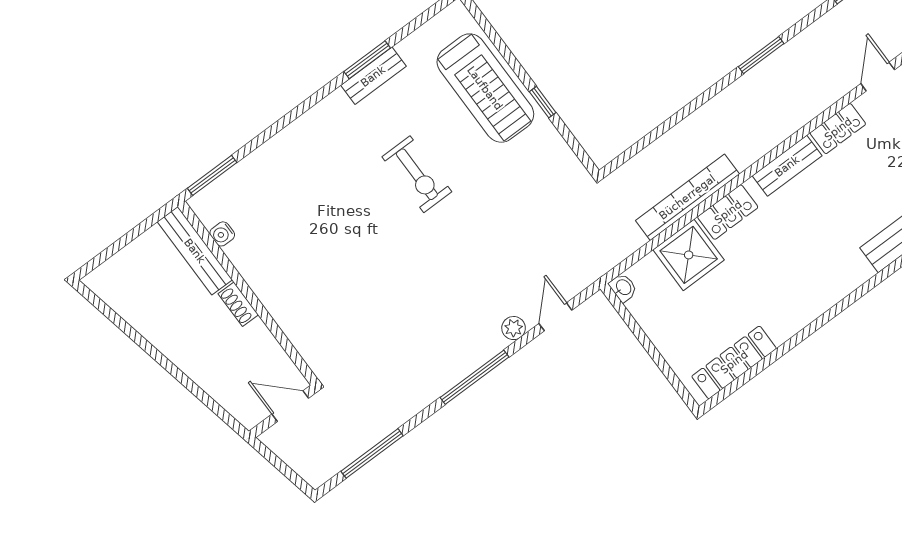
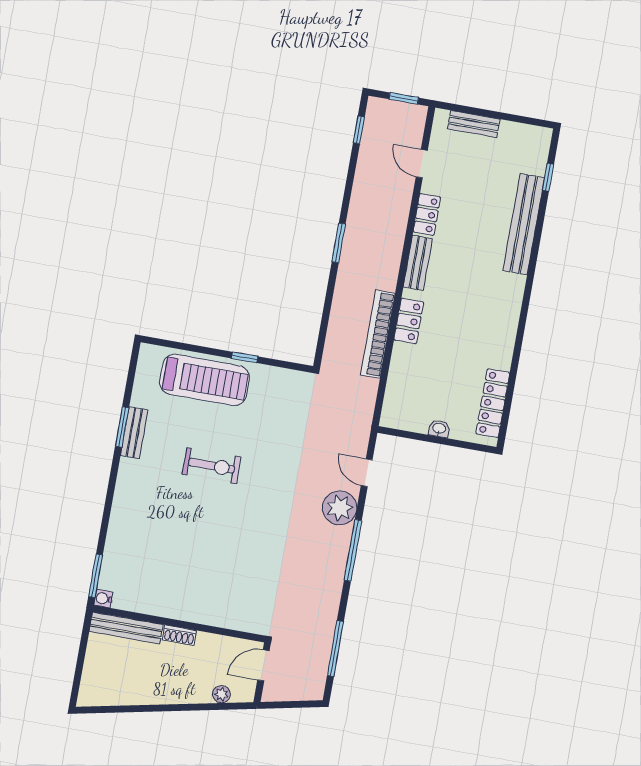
window: (761, 55) -> (339, 243), moved
water cooler: (222, 234) -> (103, 598), moved, turned 90
shower: (689, 255) -> (409, 366), removed
washbasin: (623, 288) -> (439, 429), moved
plant: (514, 328) -> (340, 508), width x1.88, depth x1.88
plant: (226, 396) -> (221, 694), added

